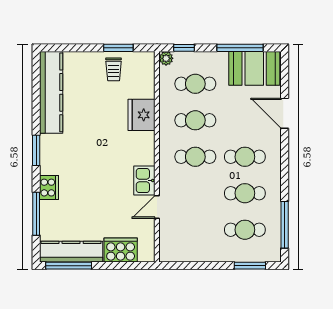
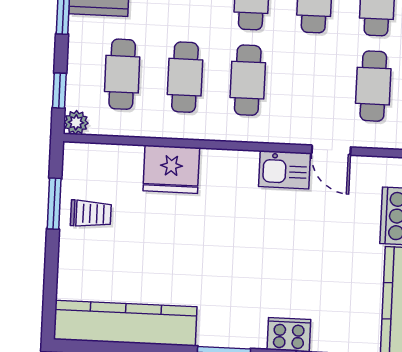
cafe table: (195, 230) -> (373, 86), added

